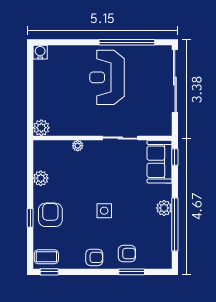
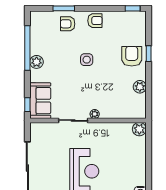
plant: (78, 146) -> (95, 114), moved
armchair: (50, 215) -> (132, 56), turned 180
coffee table: (46, 257) -> (135, 21), removed
armchair: (94, 257) -> (95, 21), turned 180

